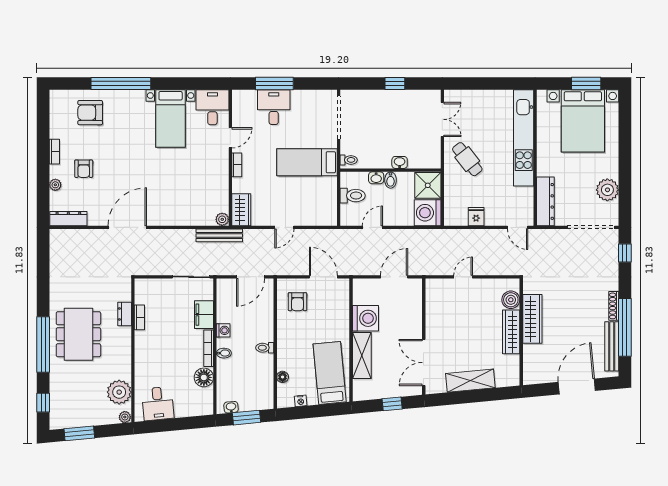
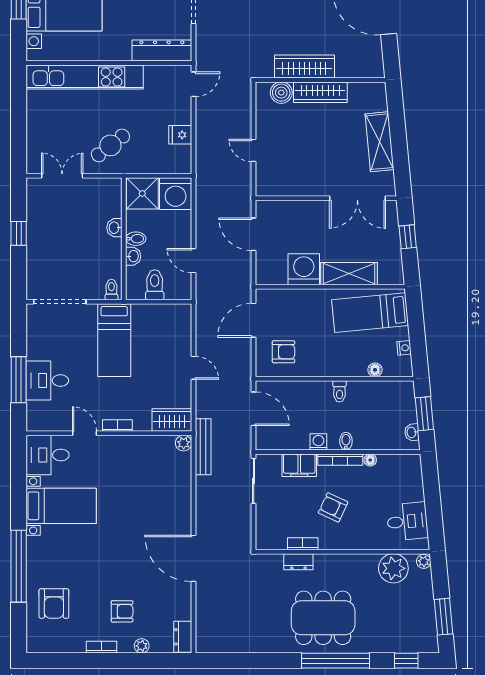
dresser: (68, 219) -> (183, 637), width x0.70
armchair: (169, 342) -> (333, 507), added
floor lamp: (204, 377) -> (370, 460), width x0.53, depth x0.53

